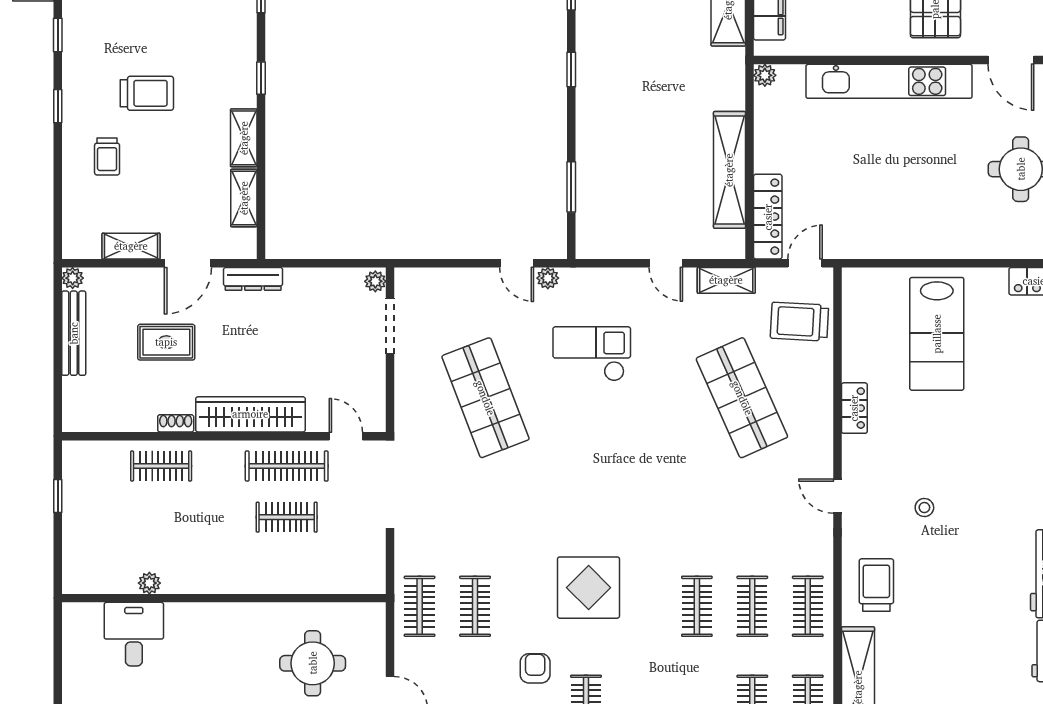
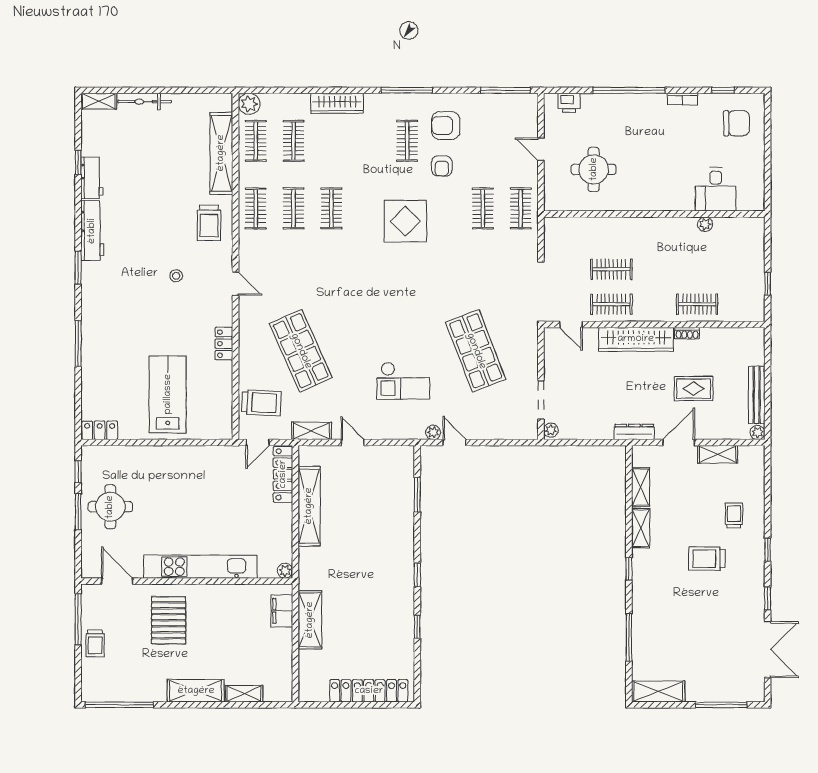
clothes rail: (287, 466) -> (611, 304), width x0.73

